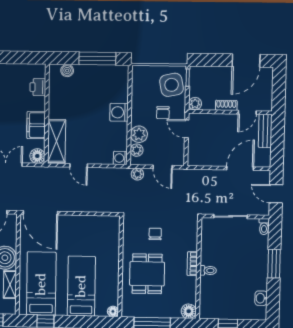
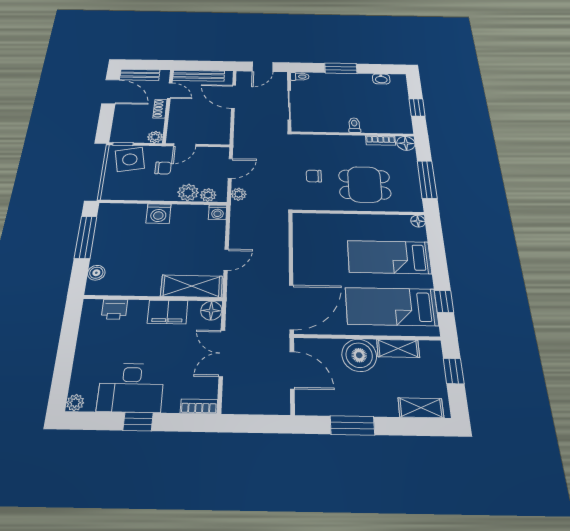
bench: (266, 84) -> (140, 75), added
bench: (265, 131) -> (199, 76), width x1.36
bookcase: (192, 264) -> (381, 140), moved

